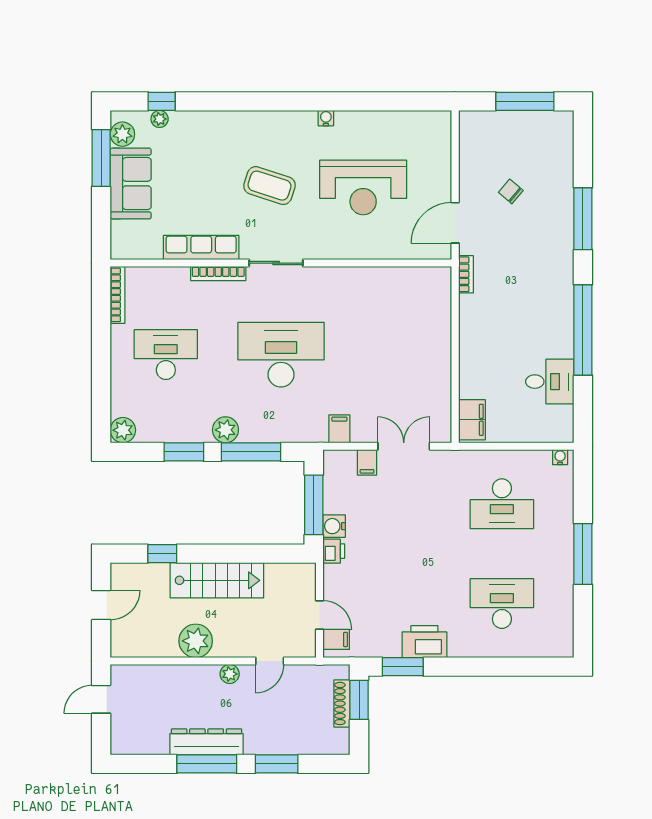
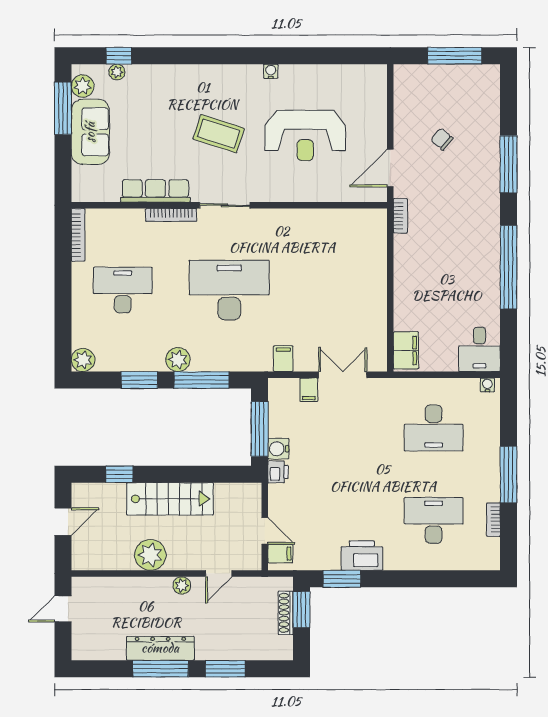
desk: (550, 382) -> (479, 349), moved, turned 90
bookcase: (567, 603) -> (493, 520), added

